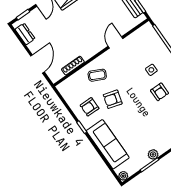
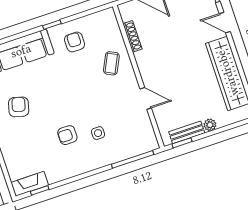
armchair: (113, 99) -> (19, 107), moved

